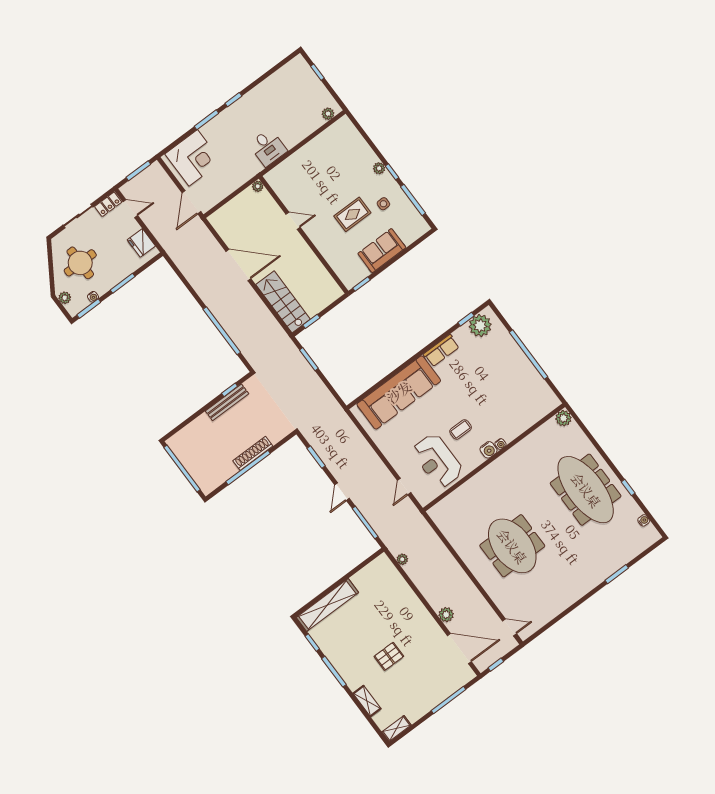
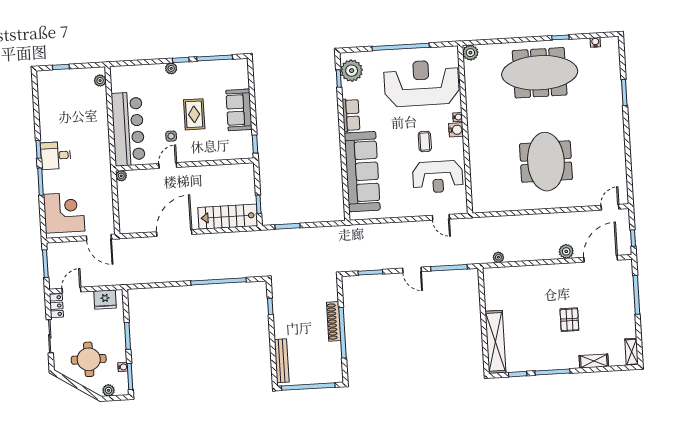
desk: (268, 147) -> (56, 156), moved, turned 180
bar counter: (302, 166) -> (128, 129), added
side table: (383, 204) -> (171, 136), moved
reception desk: (509, 393) -> (422, 83), added
bench: (227, 402) -> (282, 361), moved
meeting table: (512, 546) -> (546, 162), turned 90

